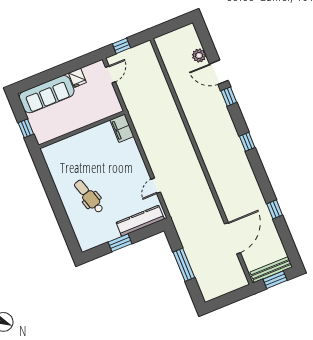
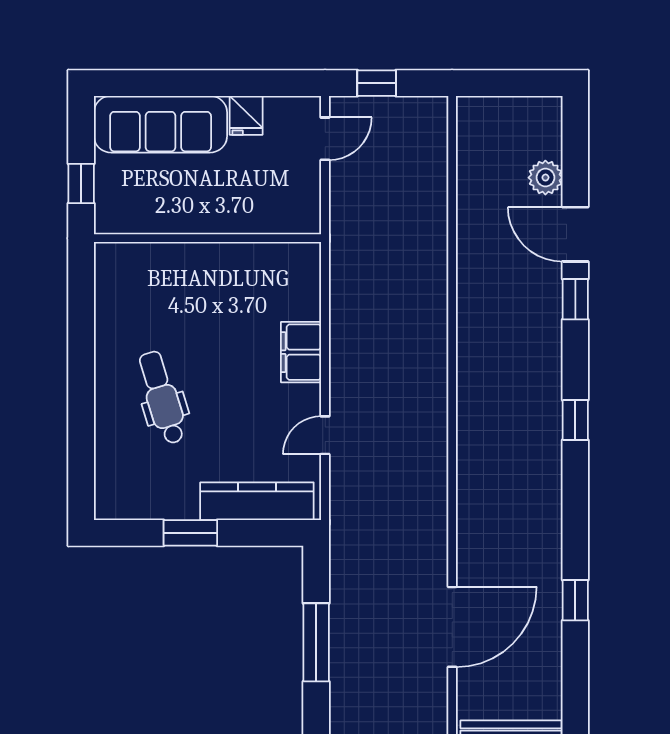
filing cabinet: (122, 128) -> (301, 352), moved

